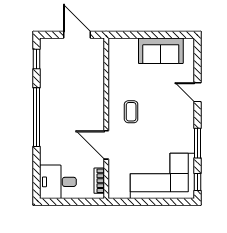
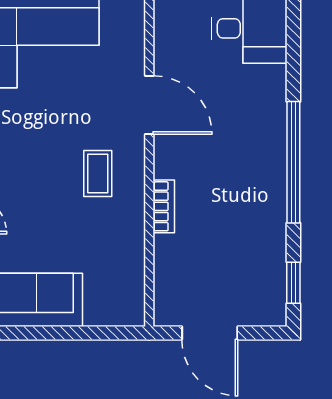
bookcase: (99, 181) -> (164, 206), moved

